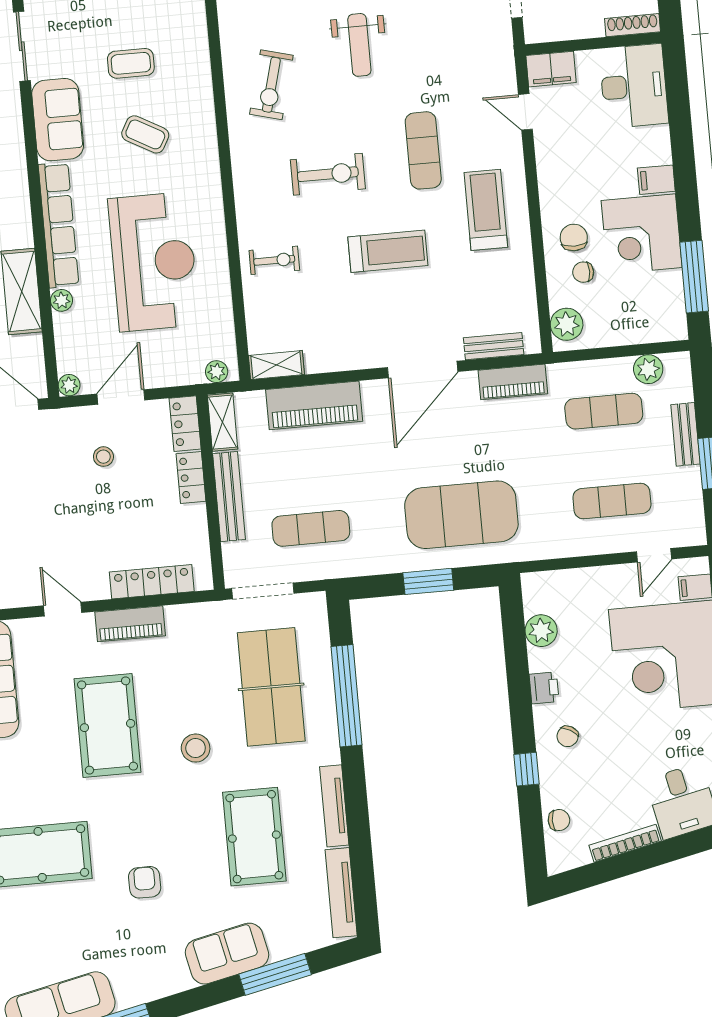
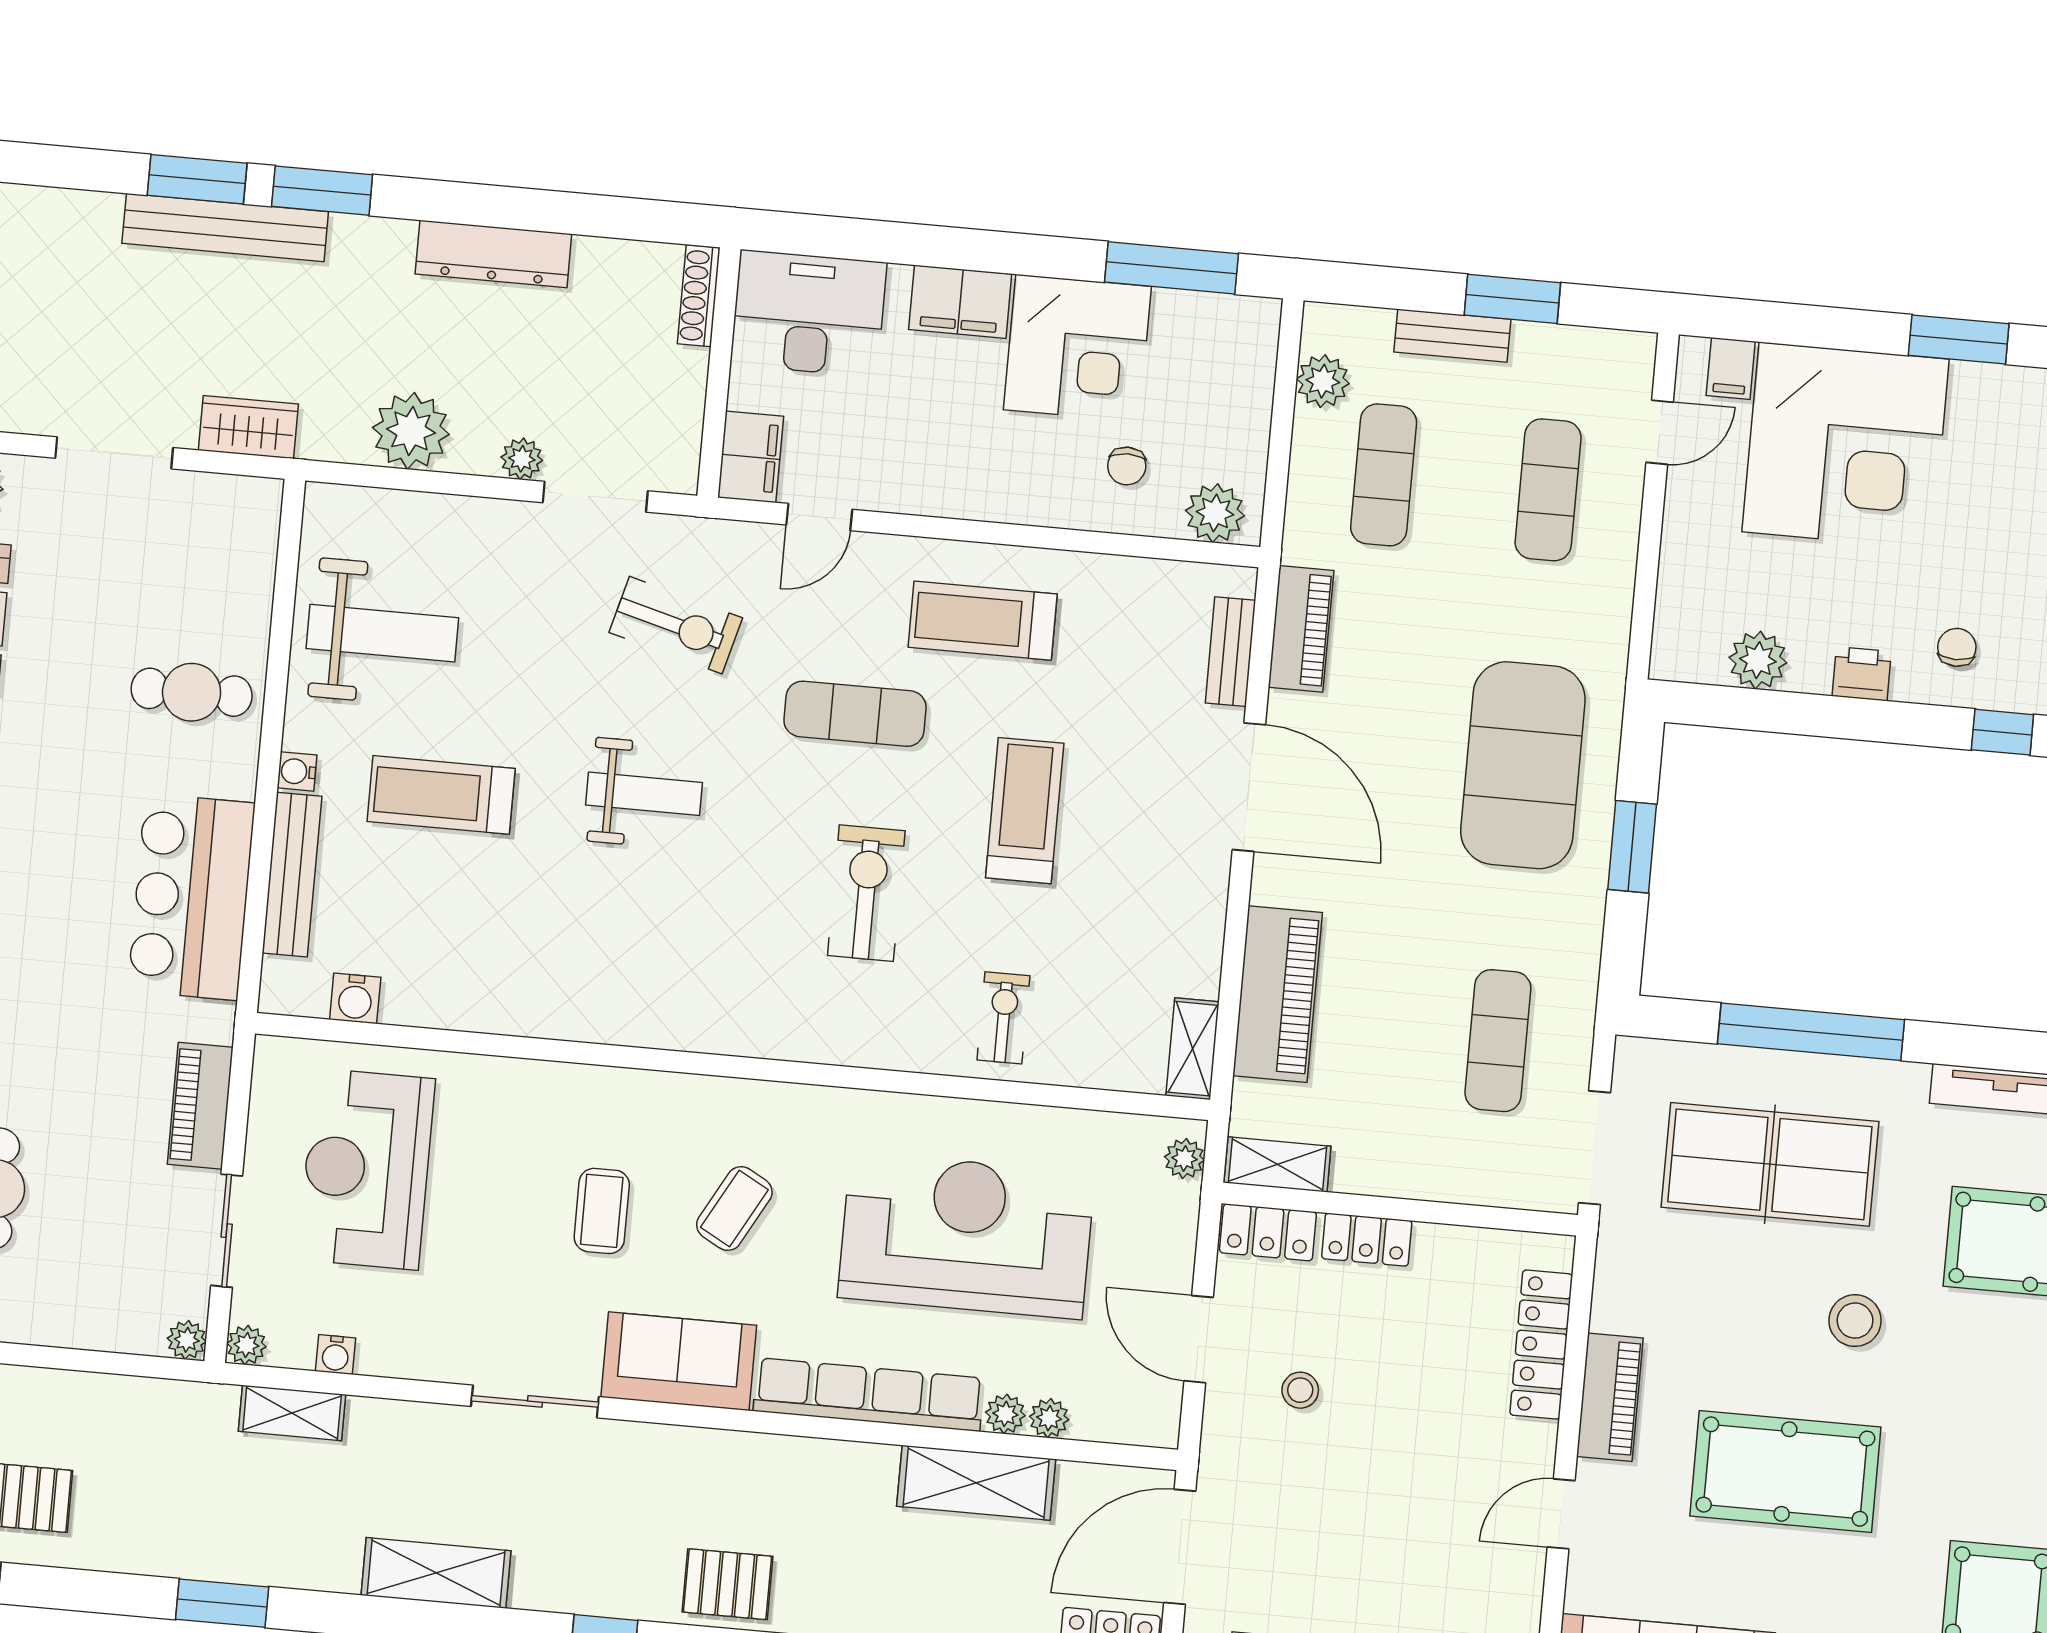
exercise bike: (271, 85) -> (676, 625), moved
filing cabinet: (656, 180) -> (960, 302), width x2.00
chair: (574, 238) -> (1061, 472), removed
plant: (69, 385) -> (1049, 1418), moved
bench: (229, 497) -> (1414, 1177), removed
door: (654, 555) -> (1660, 432), hinge flipped
chair: (568, 736) -> (1957, 647), turned -120

